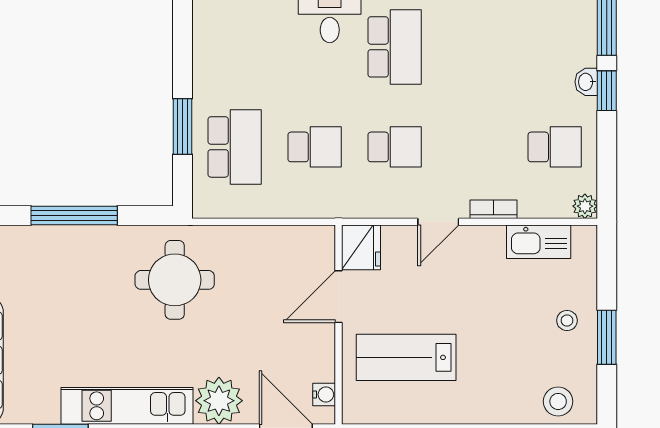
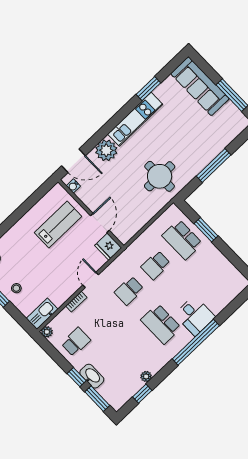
washbasin: (586, 82) -> (92, 376), width x1.91, depth x1.45
school desk: (555, 147) -> (76, 342), turned 180
kitchen sink: (539, 242) -> (42, 314), moved

